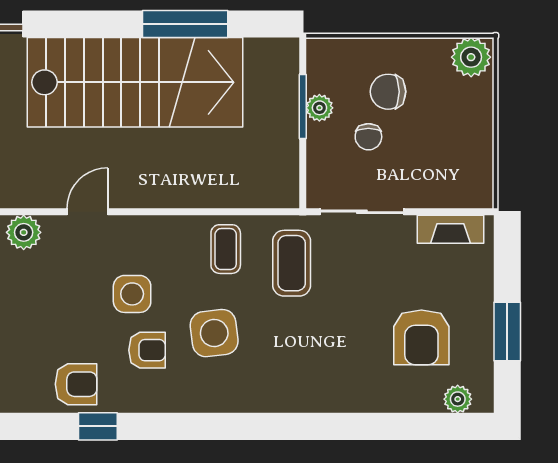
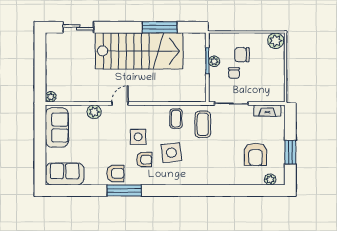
window: (98, 426) -> (124, 191), width x2.17

